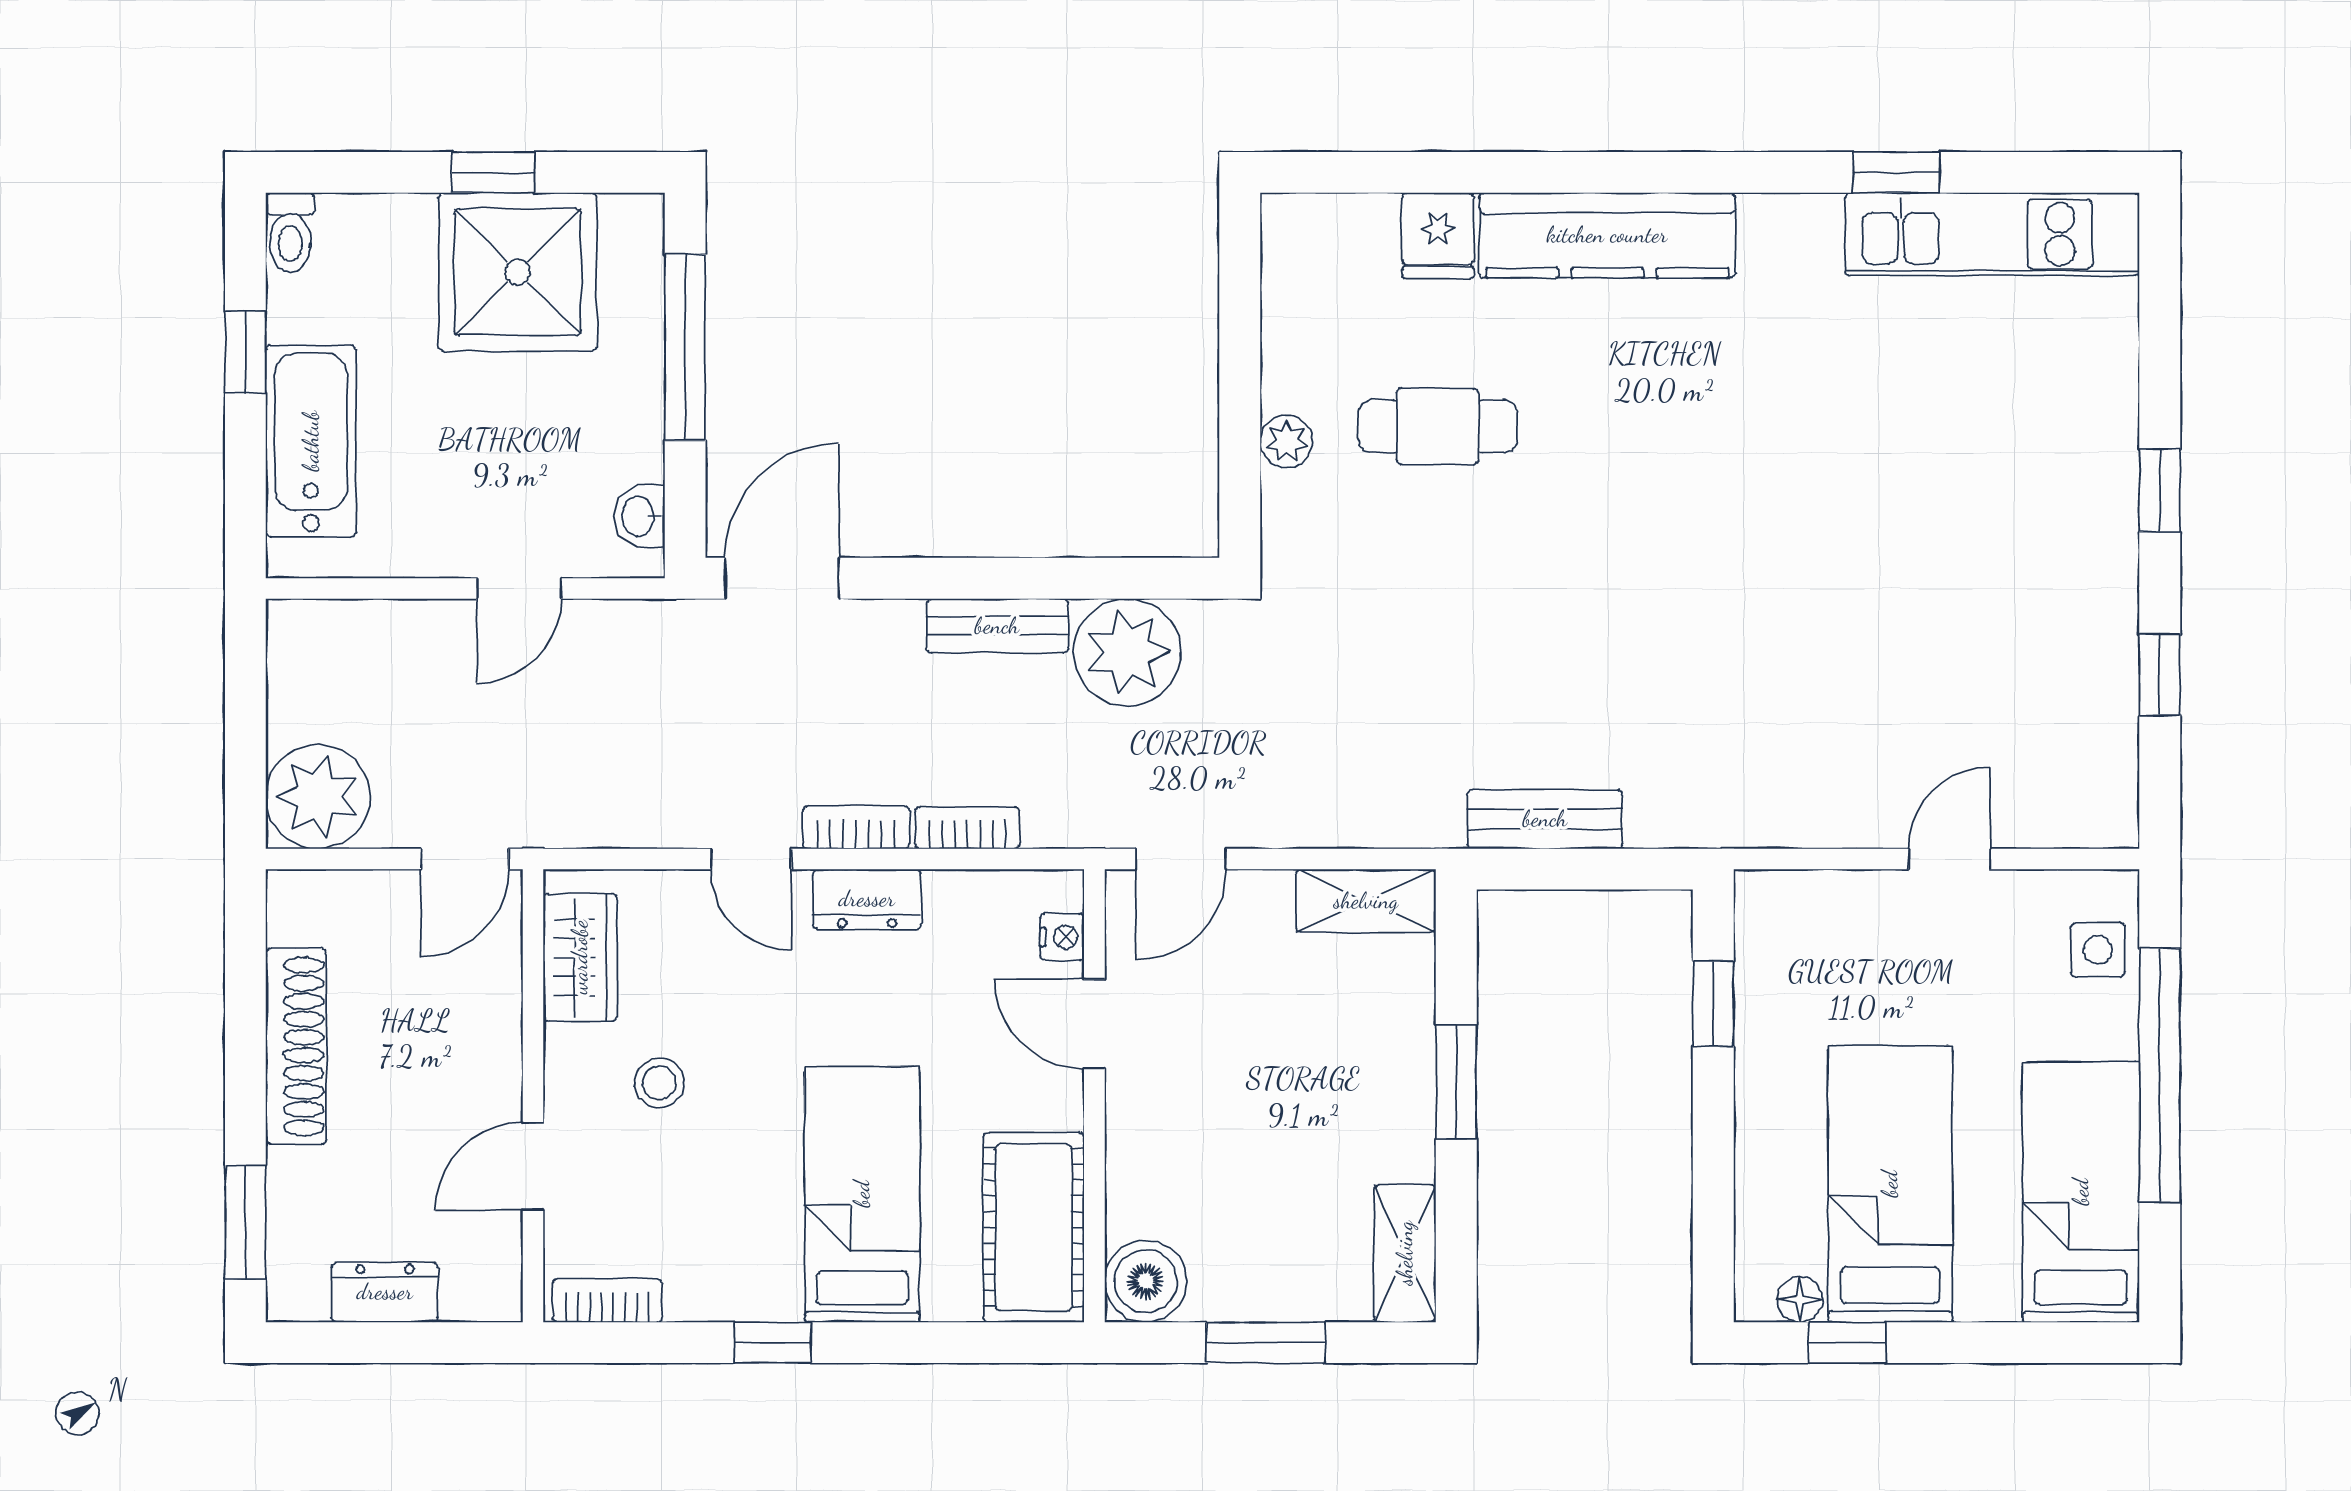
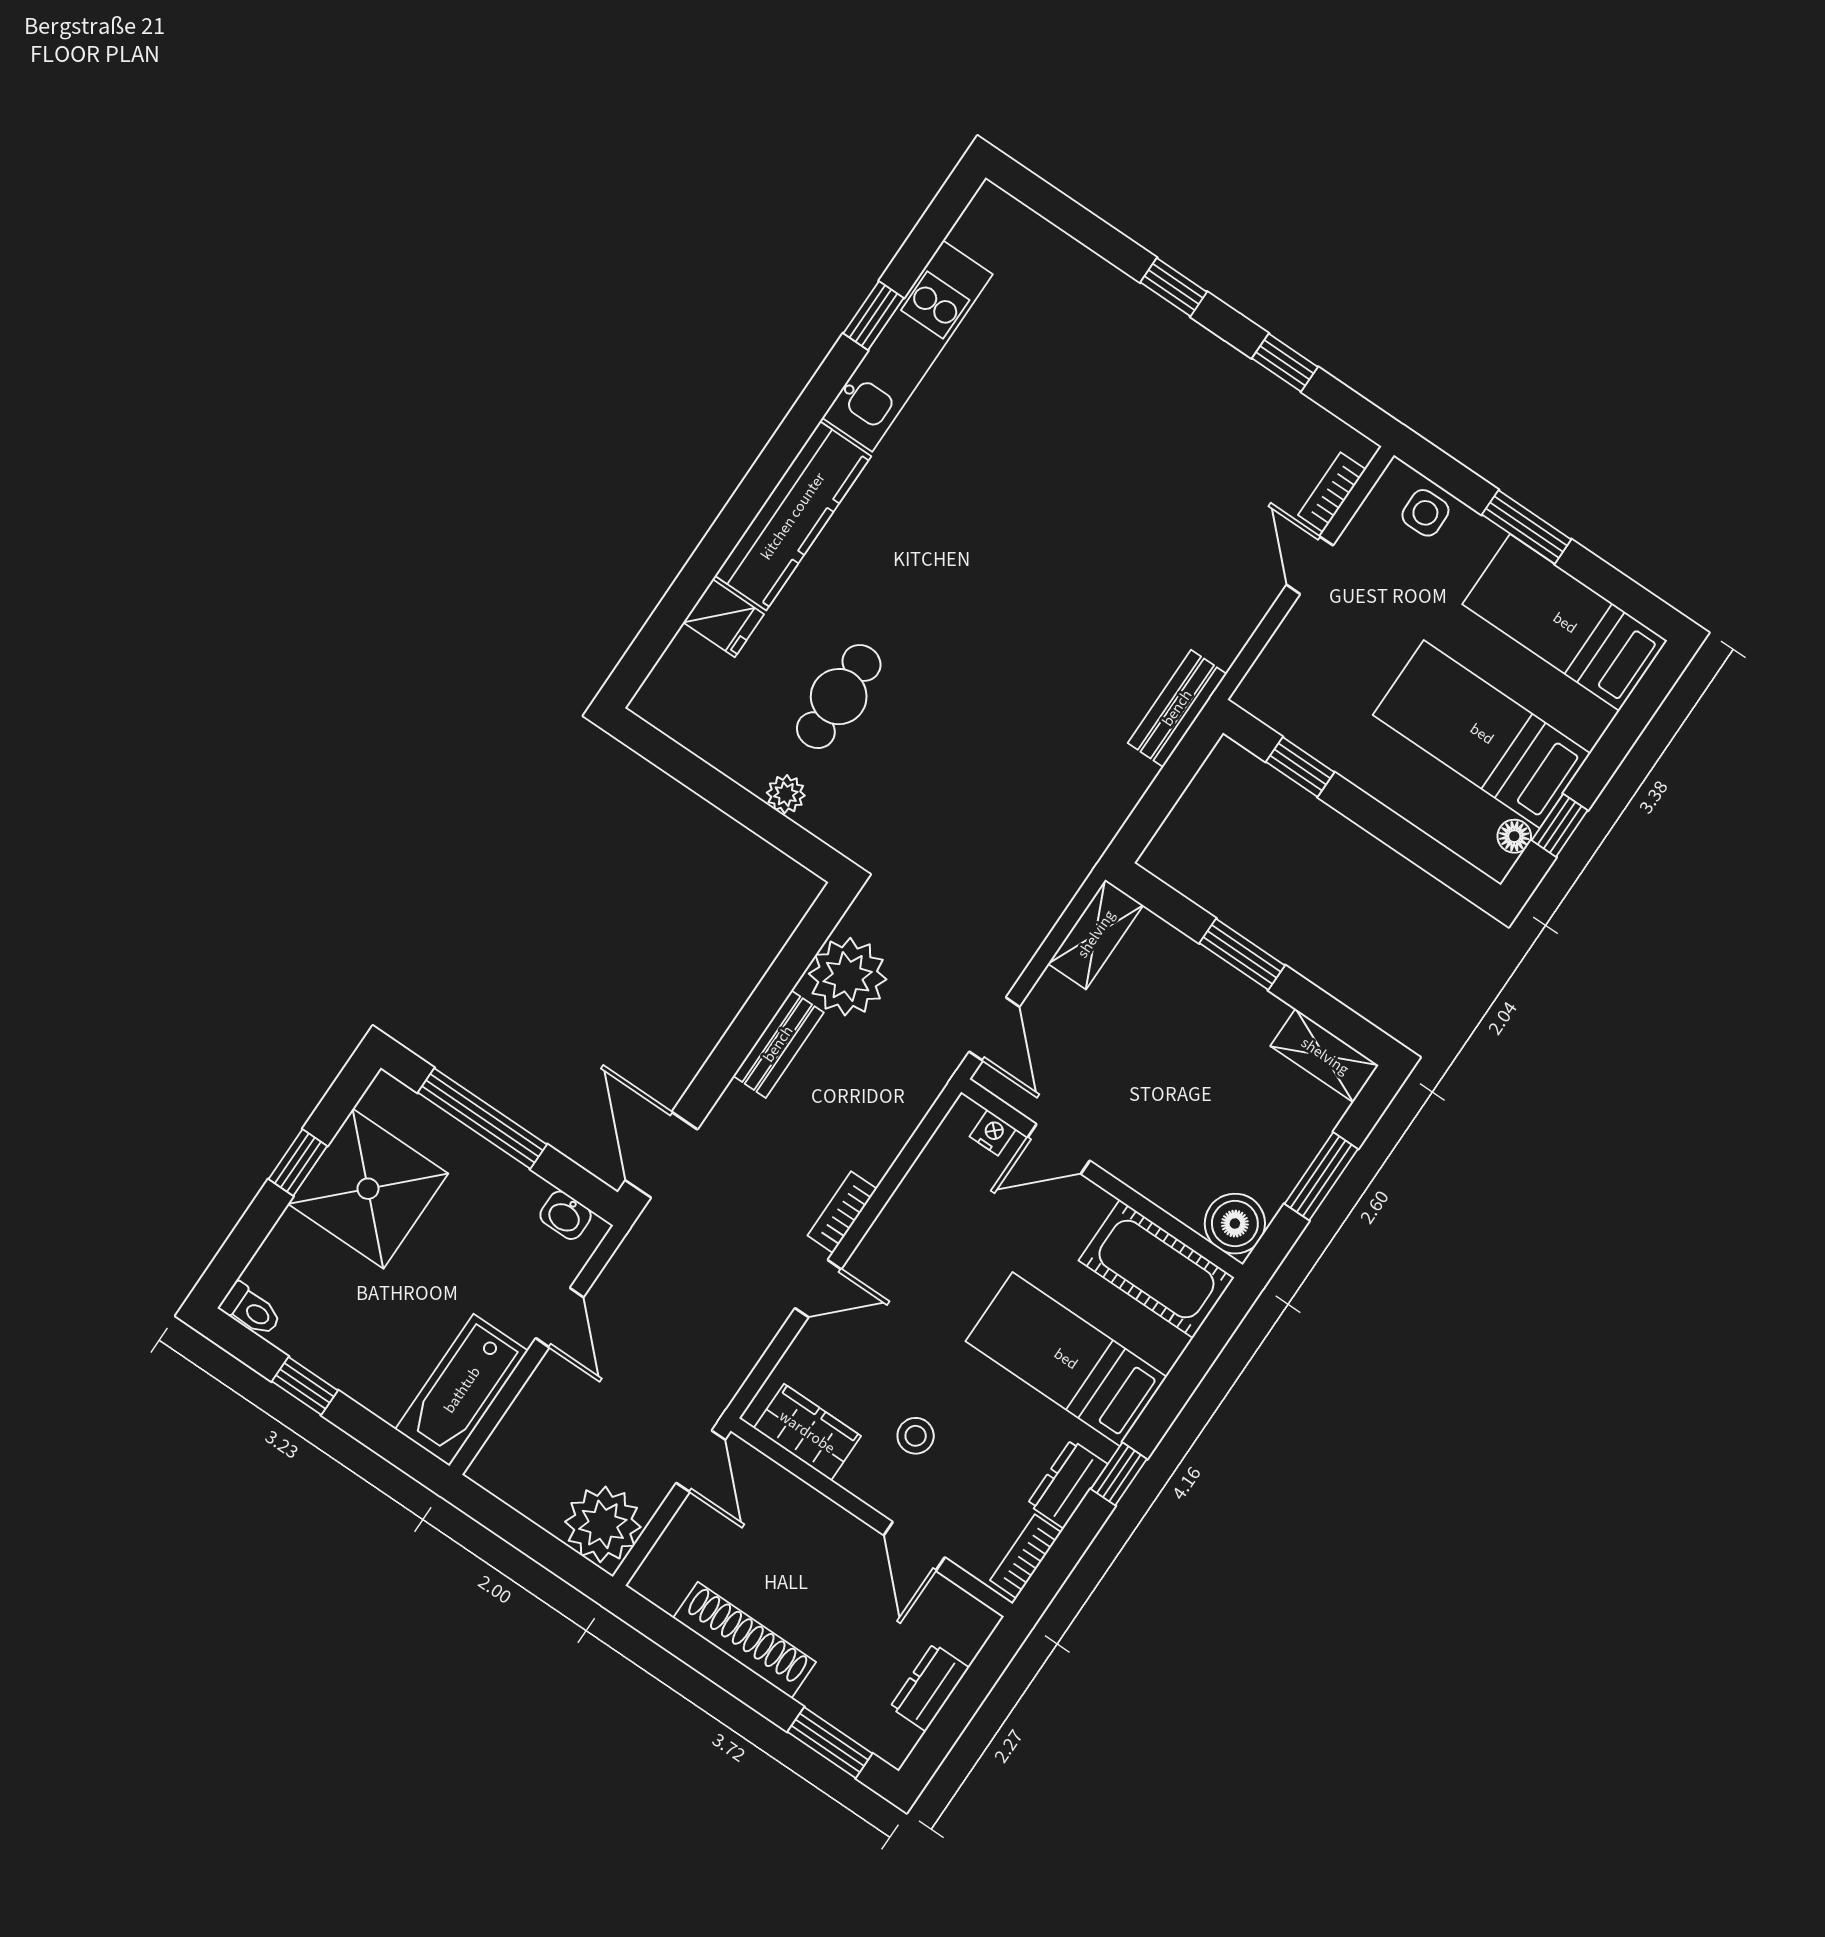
kitchen unit: (1992, 234) -> (907, 346), moved
bathtub: (311, 441) -> (462, 1390), moved, turned -90
bench: (1545, 819) -> (1177, 708), moved
bookcase: (967, 828) -> (1332, 492), moved
dresser: (867, 899) -> (1067, 1484), moved, turned 180
window: (2160, 1075) -> (1527, 527), width x0.47

